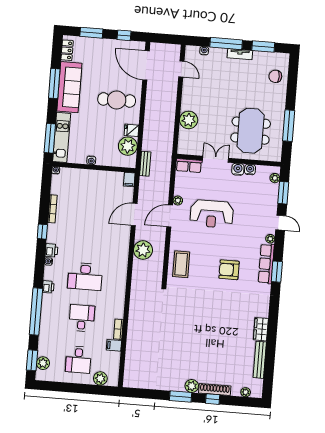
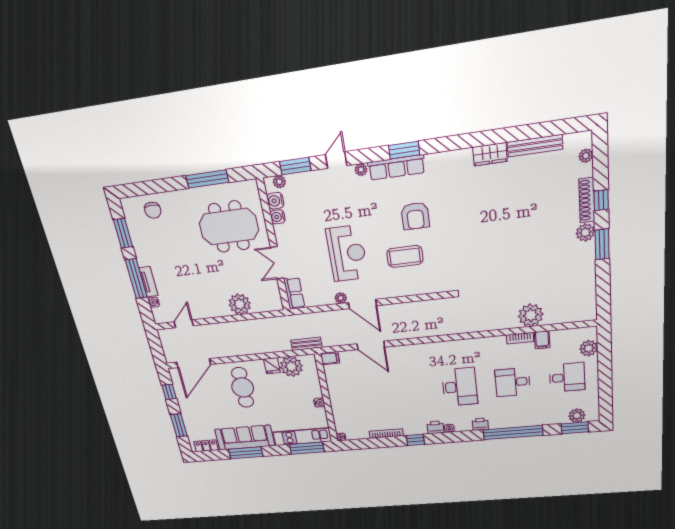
tv unit: (240, 54) -> (149, 282), moved
water cooler: (238, 169) -> (275, 201), moved
plant: (143, 250) -> (531, 315), moved
coffee table: (181, 264) -> (405, 256), moved

